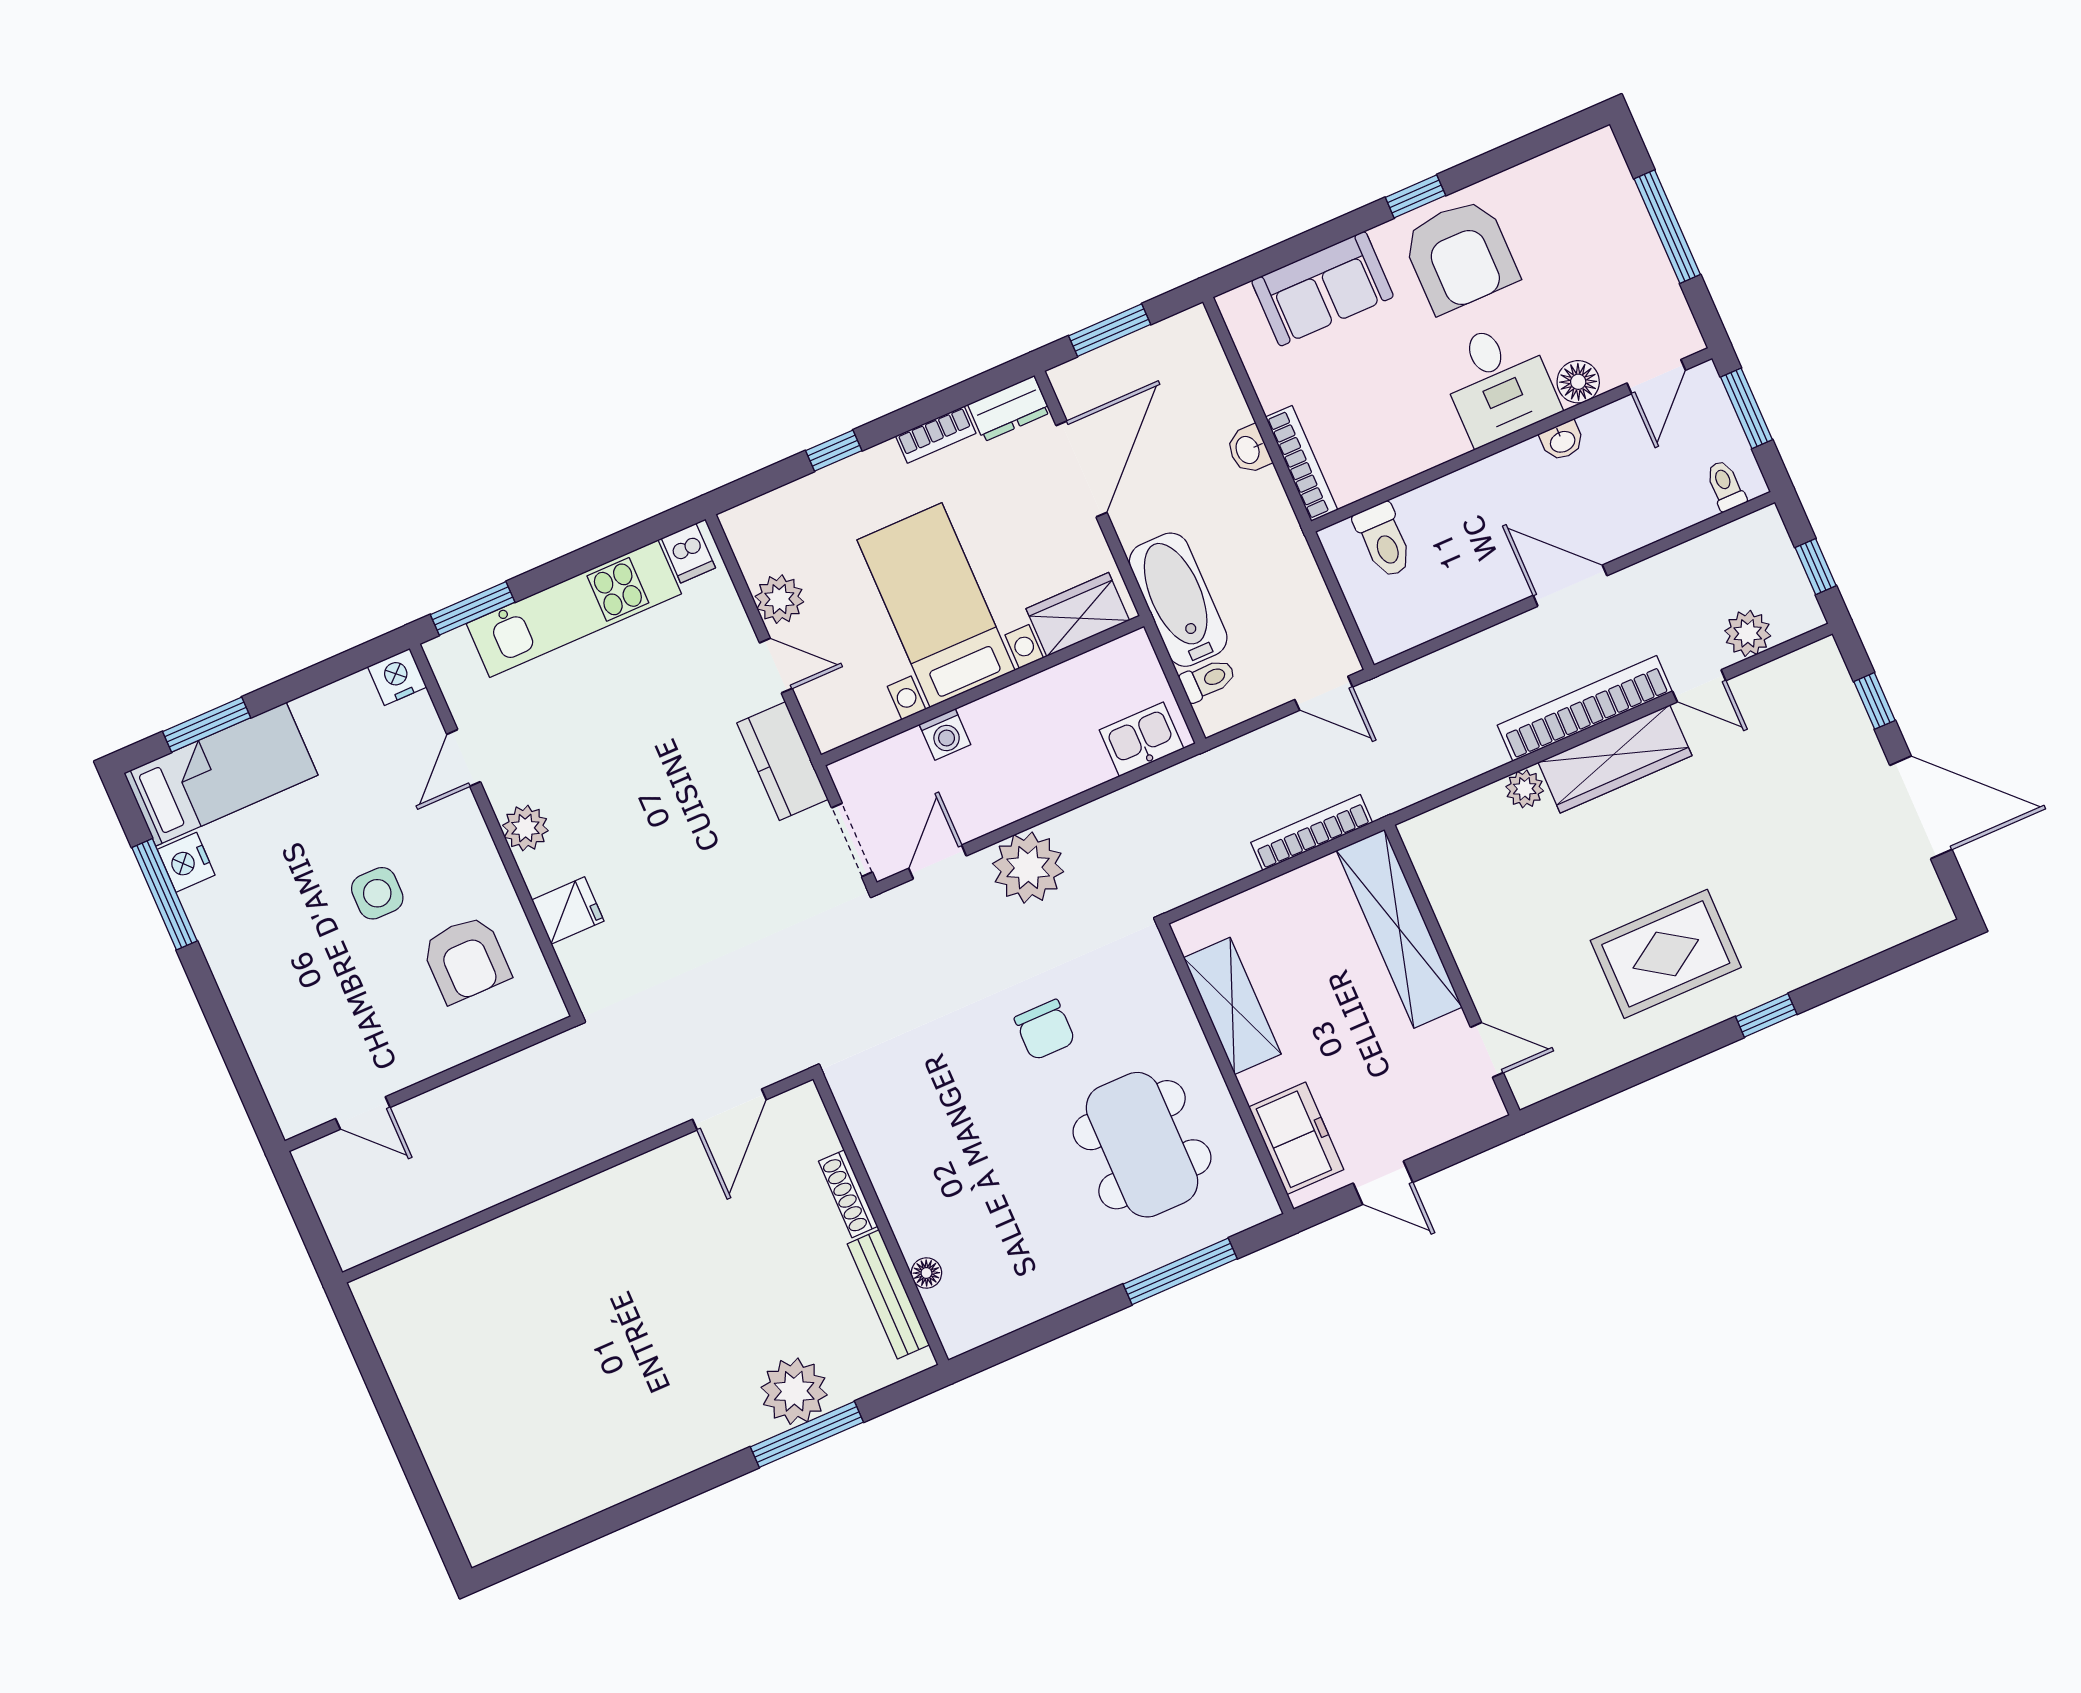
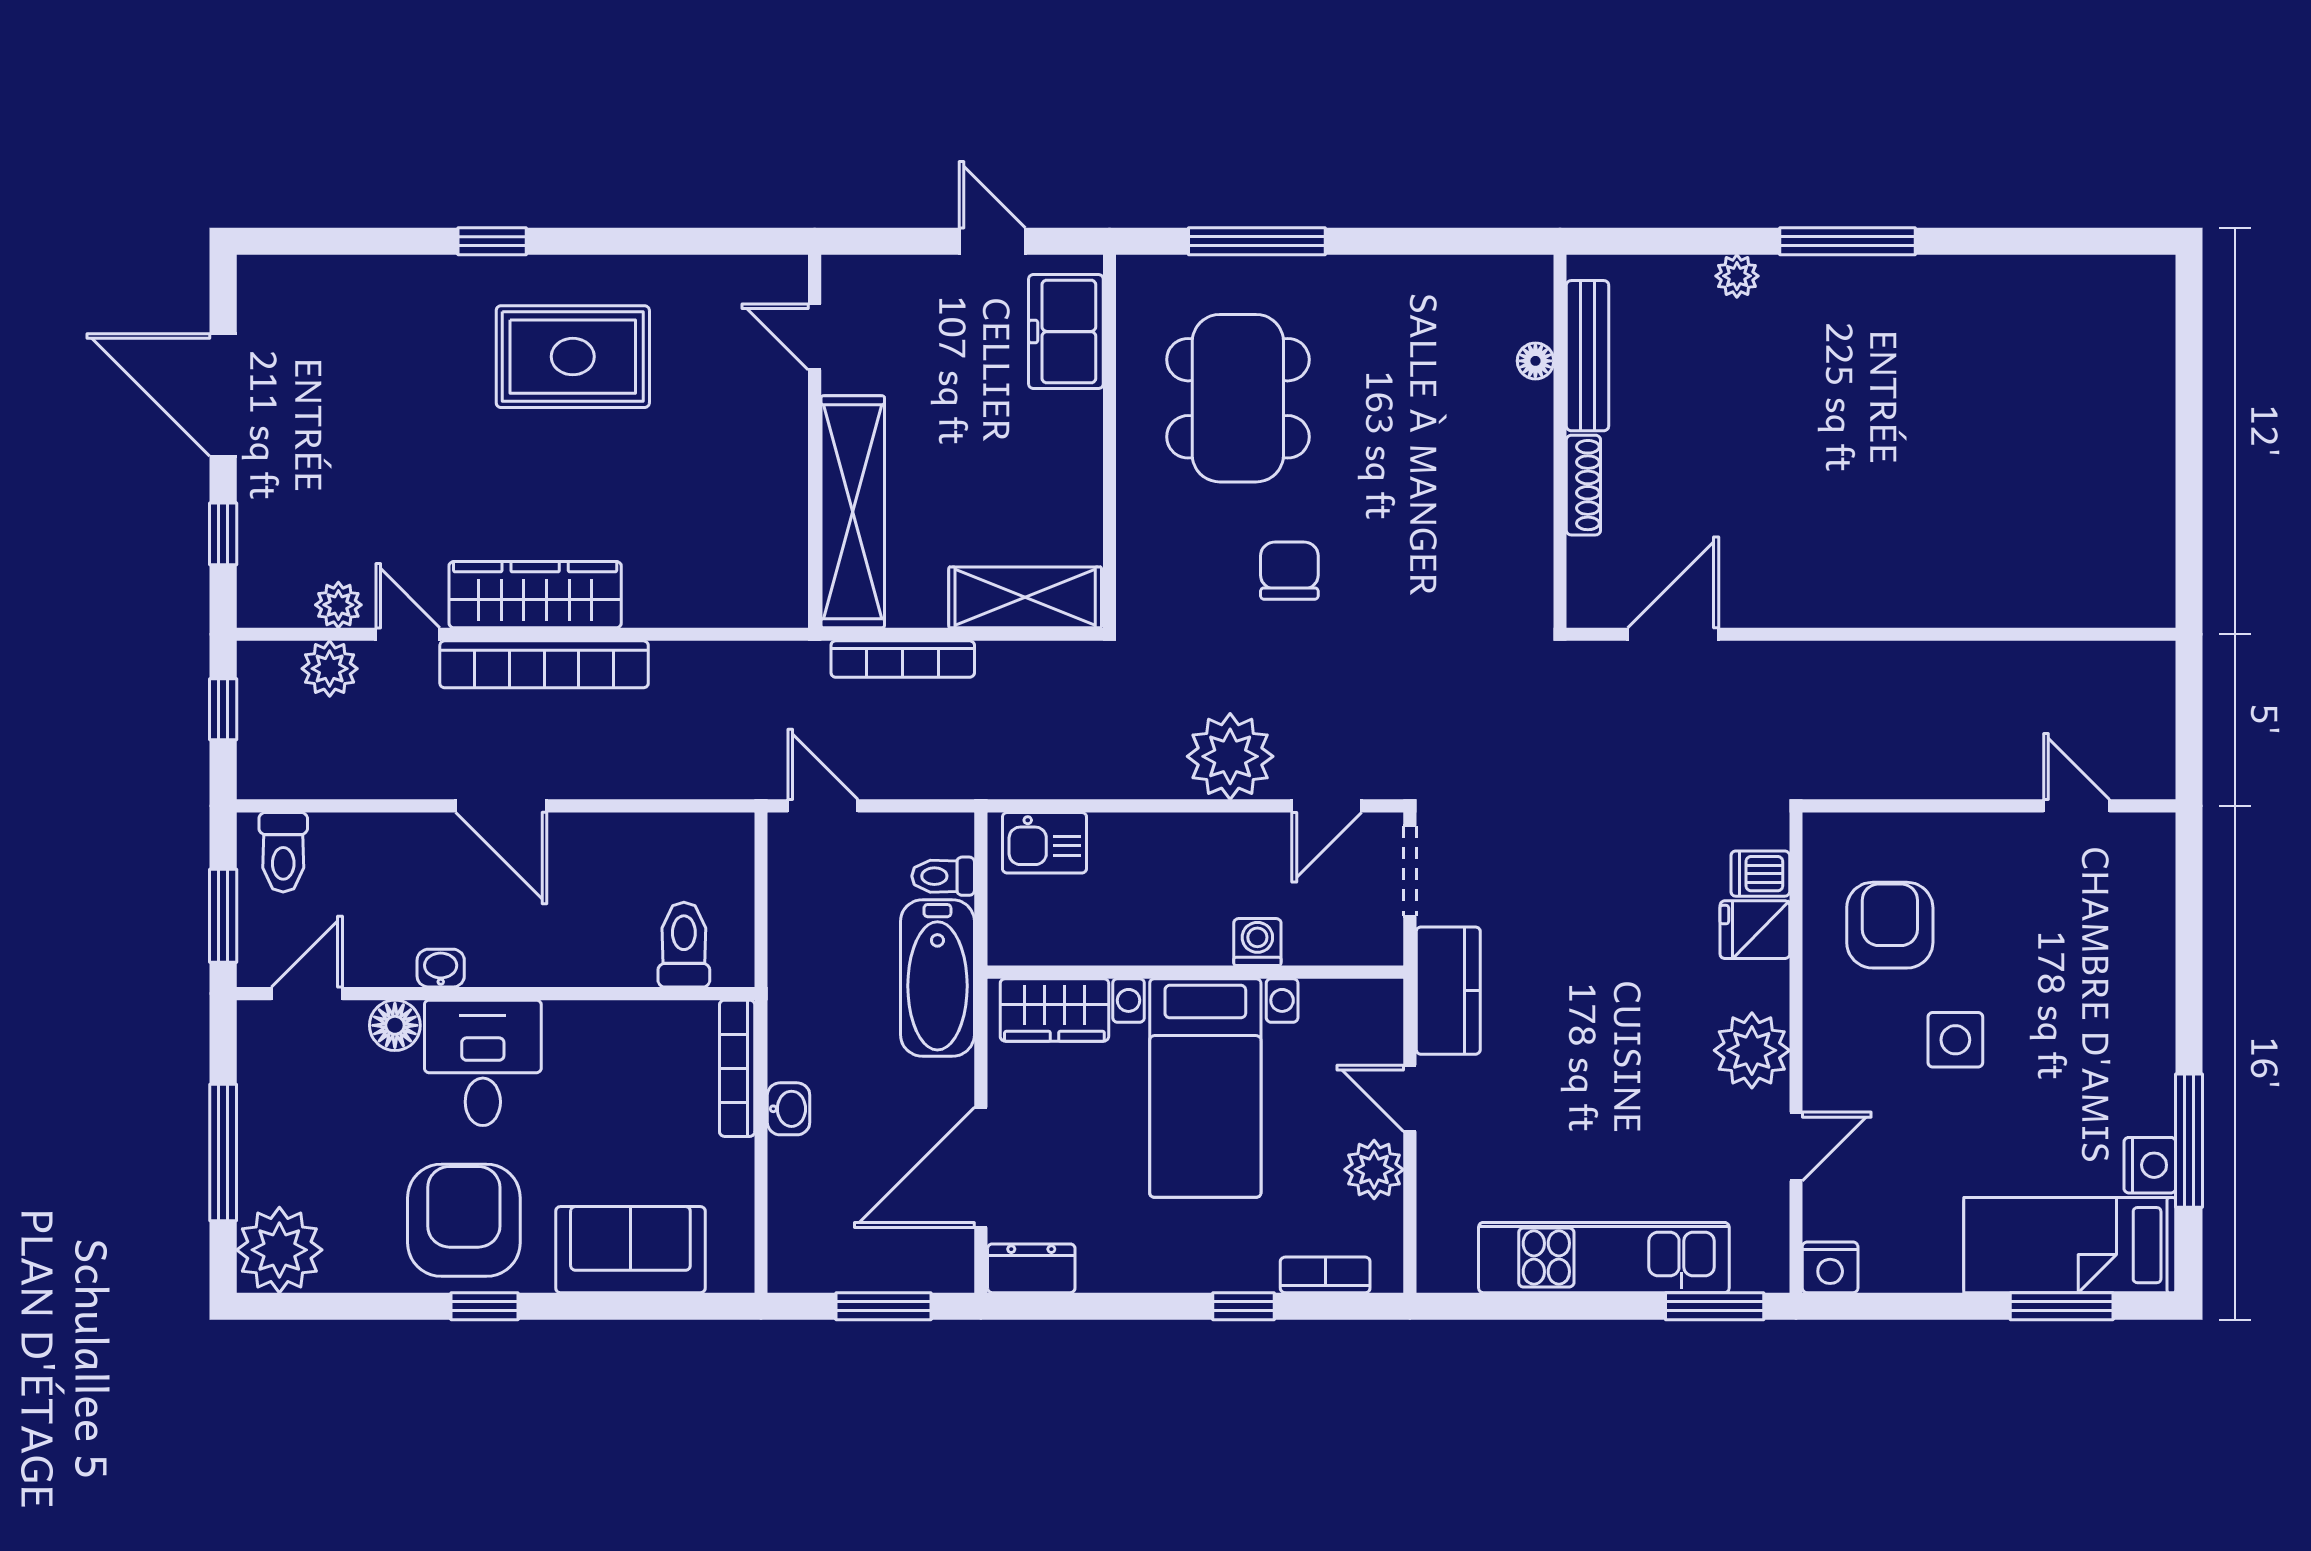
plant: (1592, 171) -> (279, 1250), added
bookcase: (936, 435) -> (1325, 1275), moved
toilet: (1725, 486) -> (283, 852), width x1.37, depth x1.39
dishwasher: (688, 553) -> (1760, 874), moved, turned -90
plant: (1525, 789) -> (338, 605), moved
plant: (525, 828) -> (1752, 1050), width x1.36, depth x1.36
shelving: (1232, 1006) -> (1025, 597), moved, turned 90
plant: (794, 1391) -> (1737, 276), width x0.53, depth x0.53
window: (807, 1434) -> (1848, 241), moved

